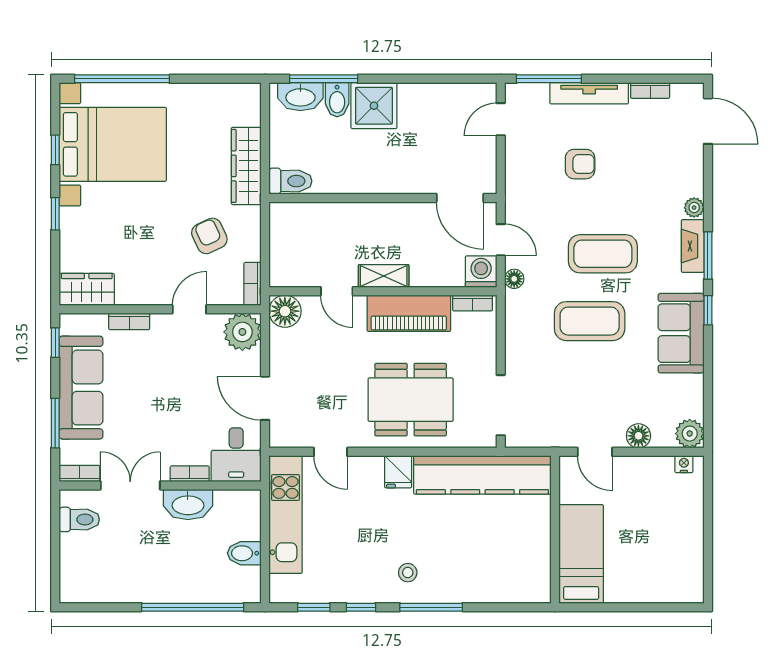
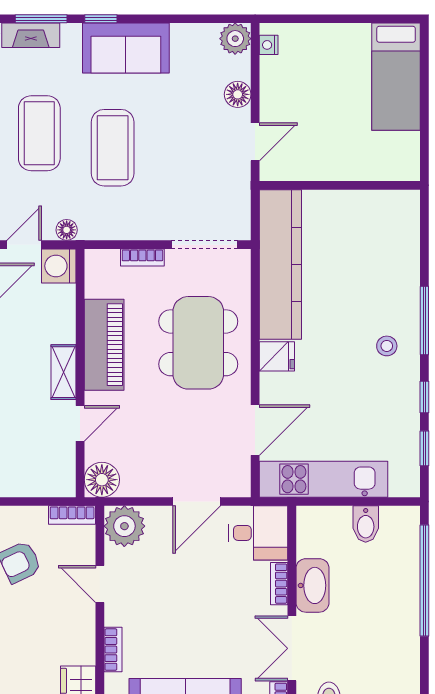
bookcase: (473, 303) -> (142, 258), moved, turned 90
door: (331, 452) -> (255, 430), width x1.38
bed: (581, 554) -> (396, 77), moved, turned -90

